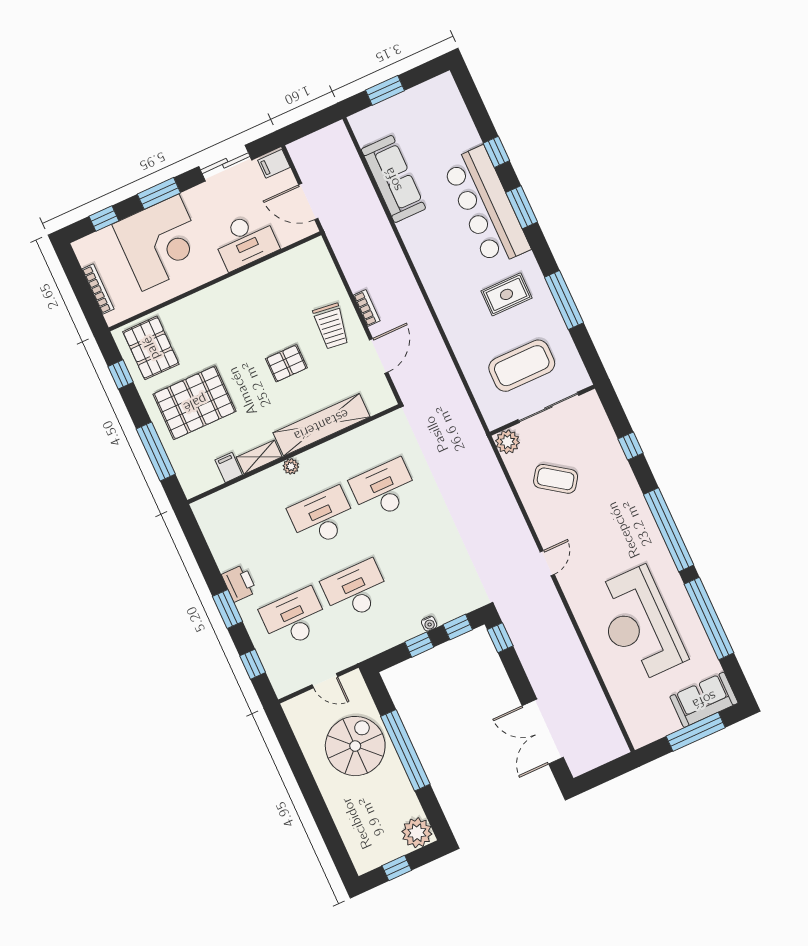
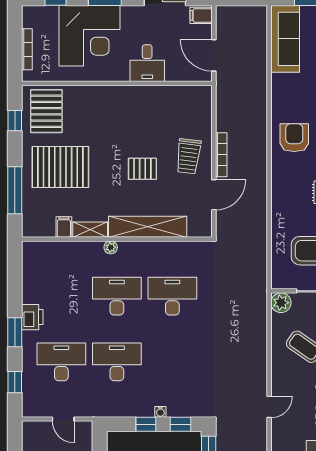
sofa: (393, 179) -> (285, 39), moved
desk: (245, 240) -> (147, 63), width x0.73
armchair: (439, 252) -> (294, 138), added
bookcase: (367, 308) -> (221, 155), width x1.56

